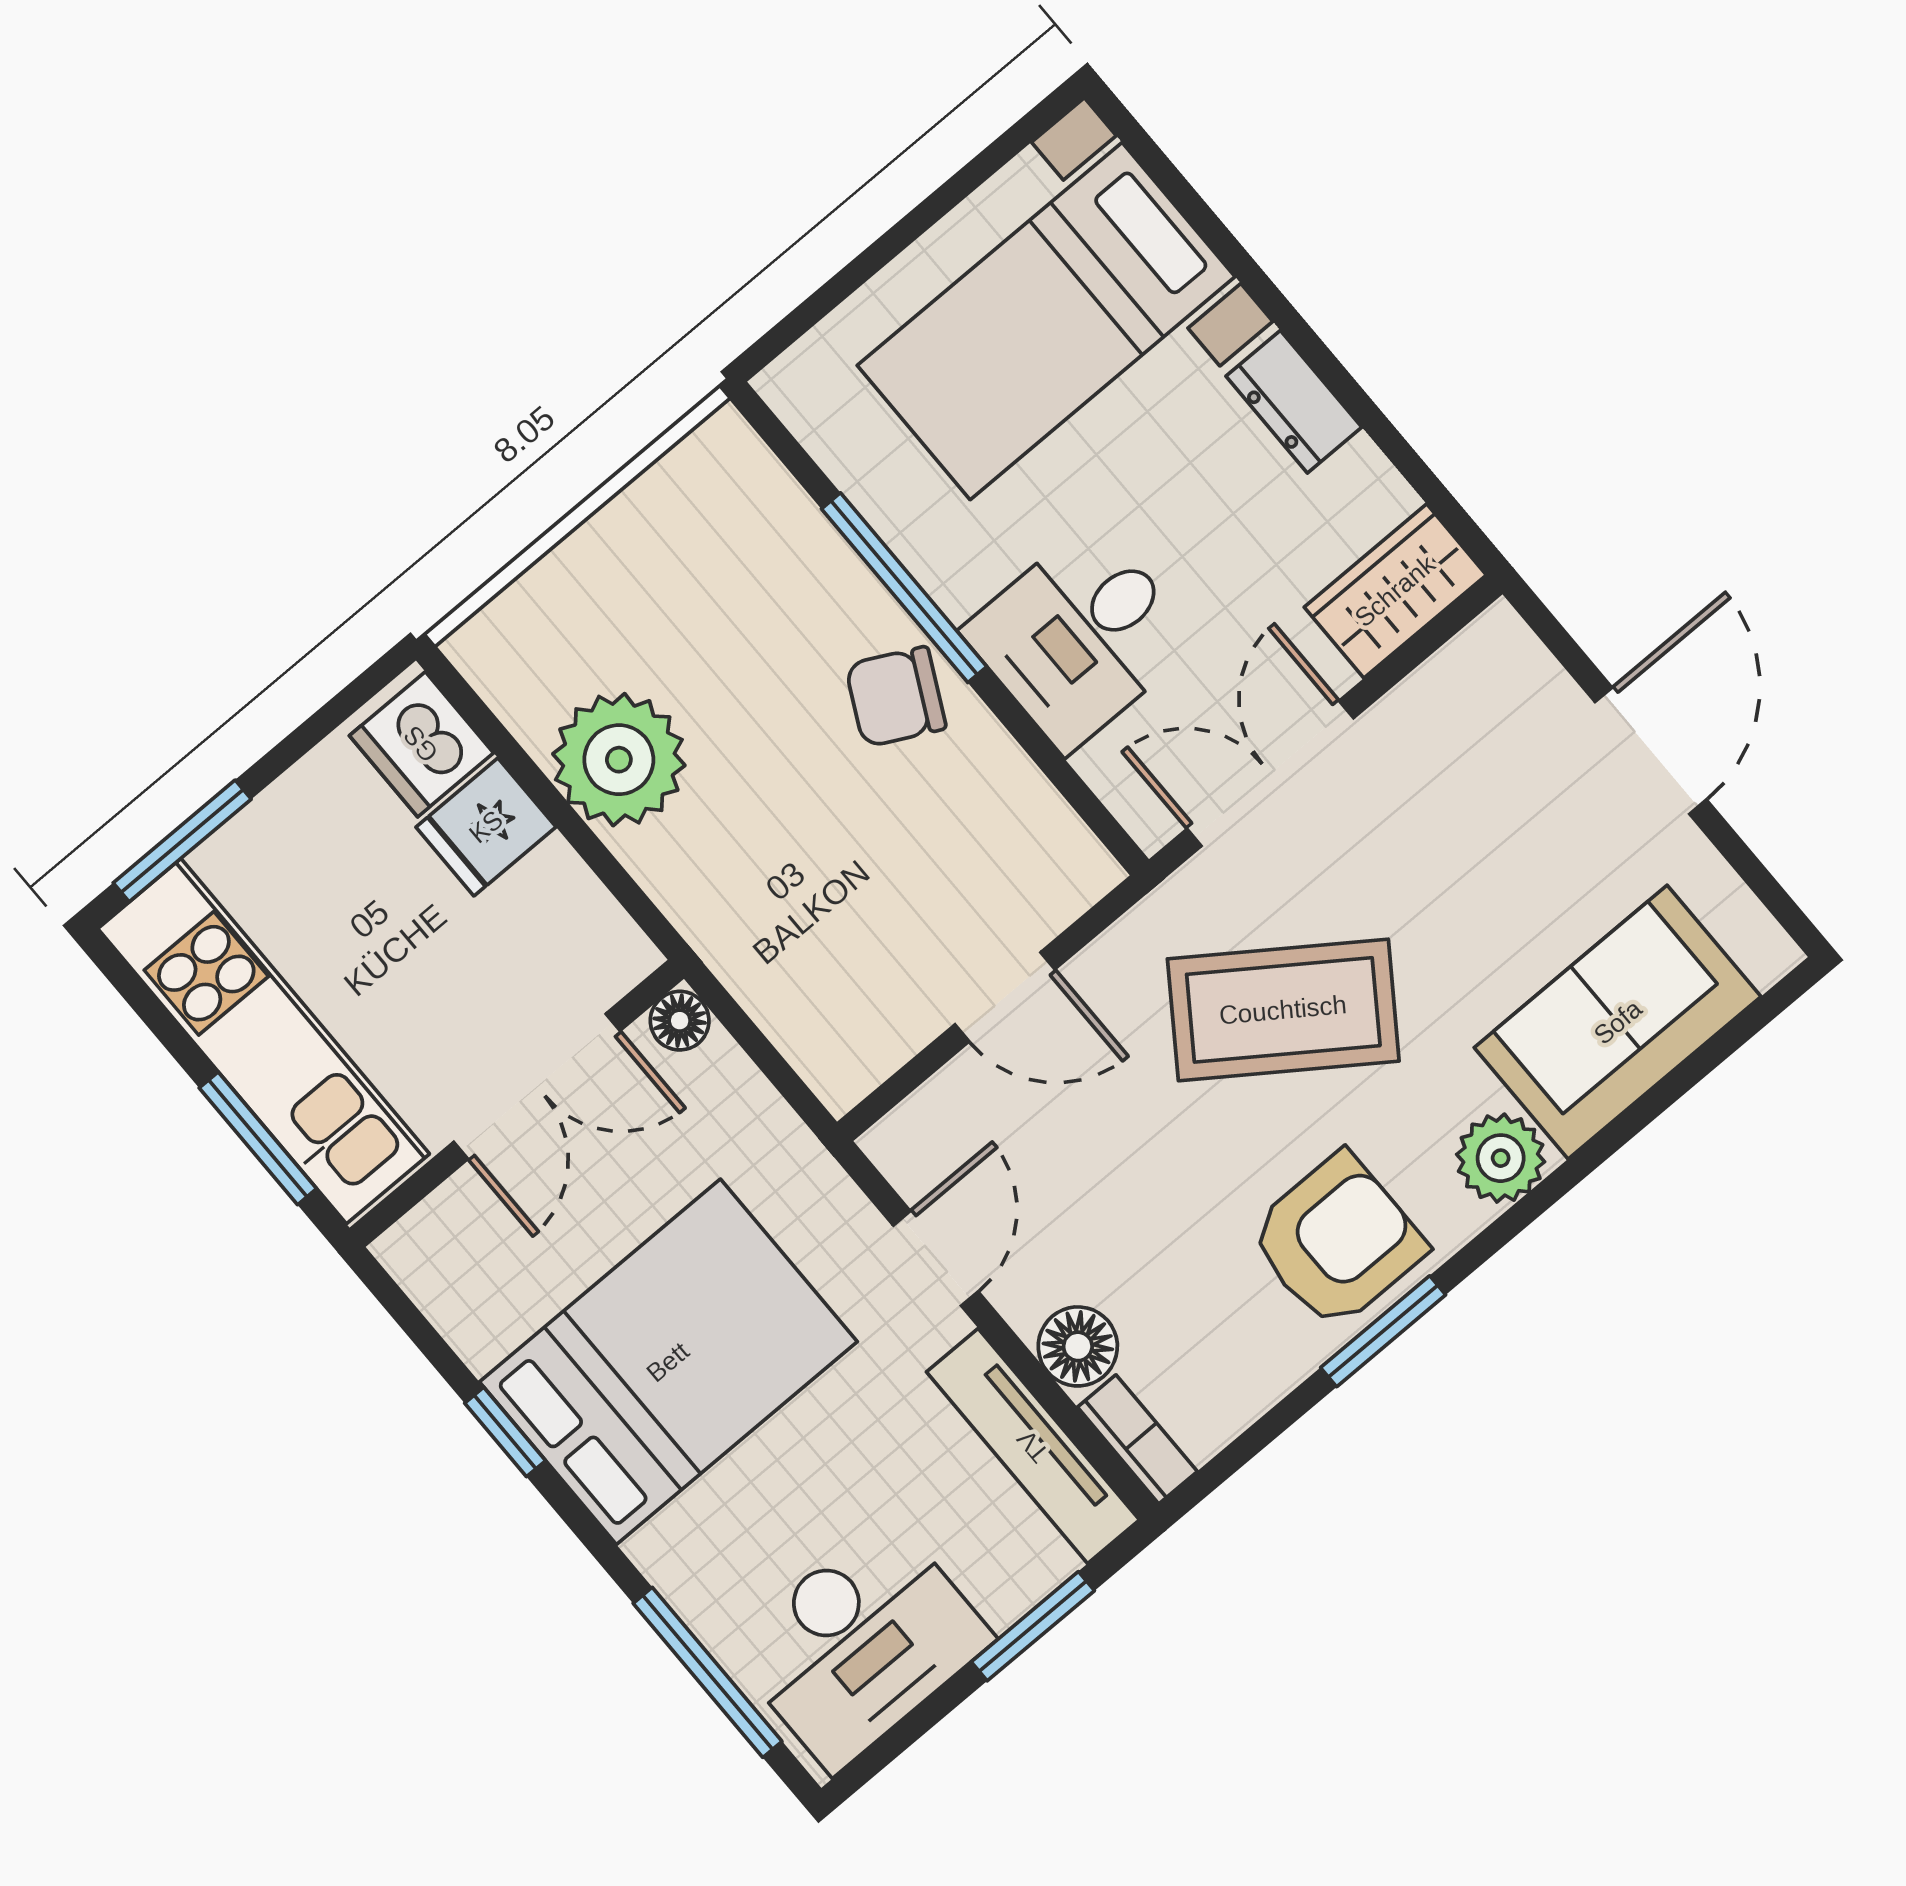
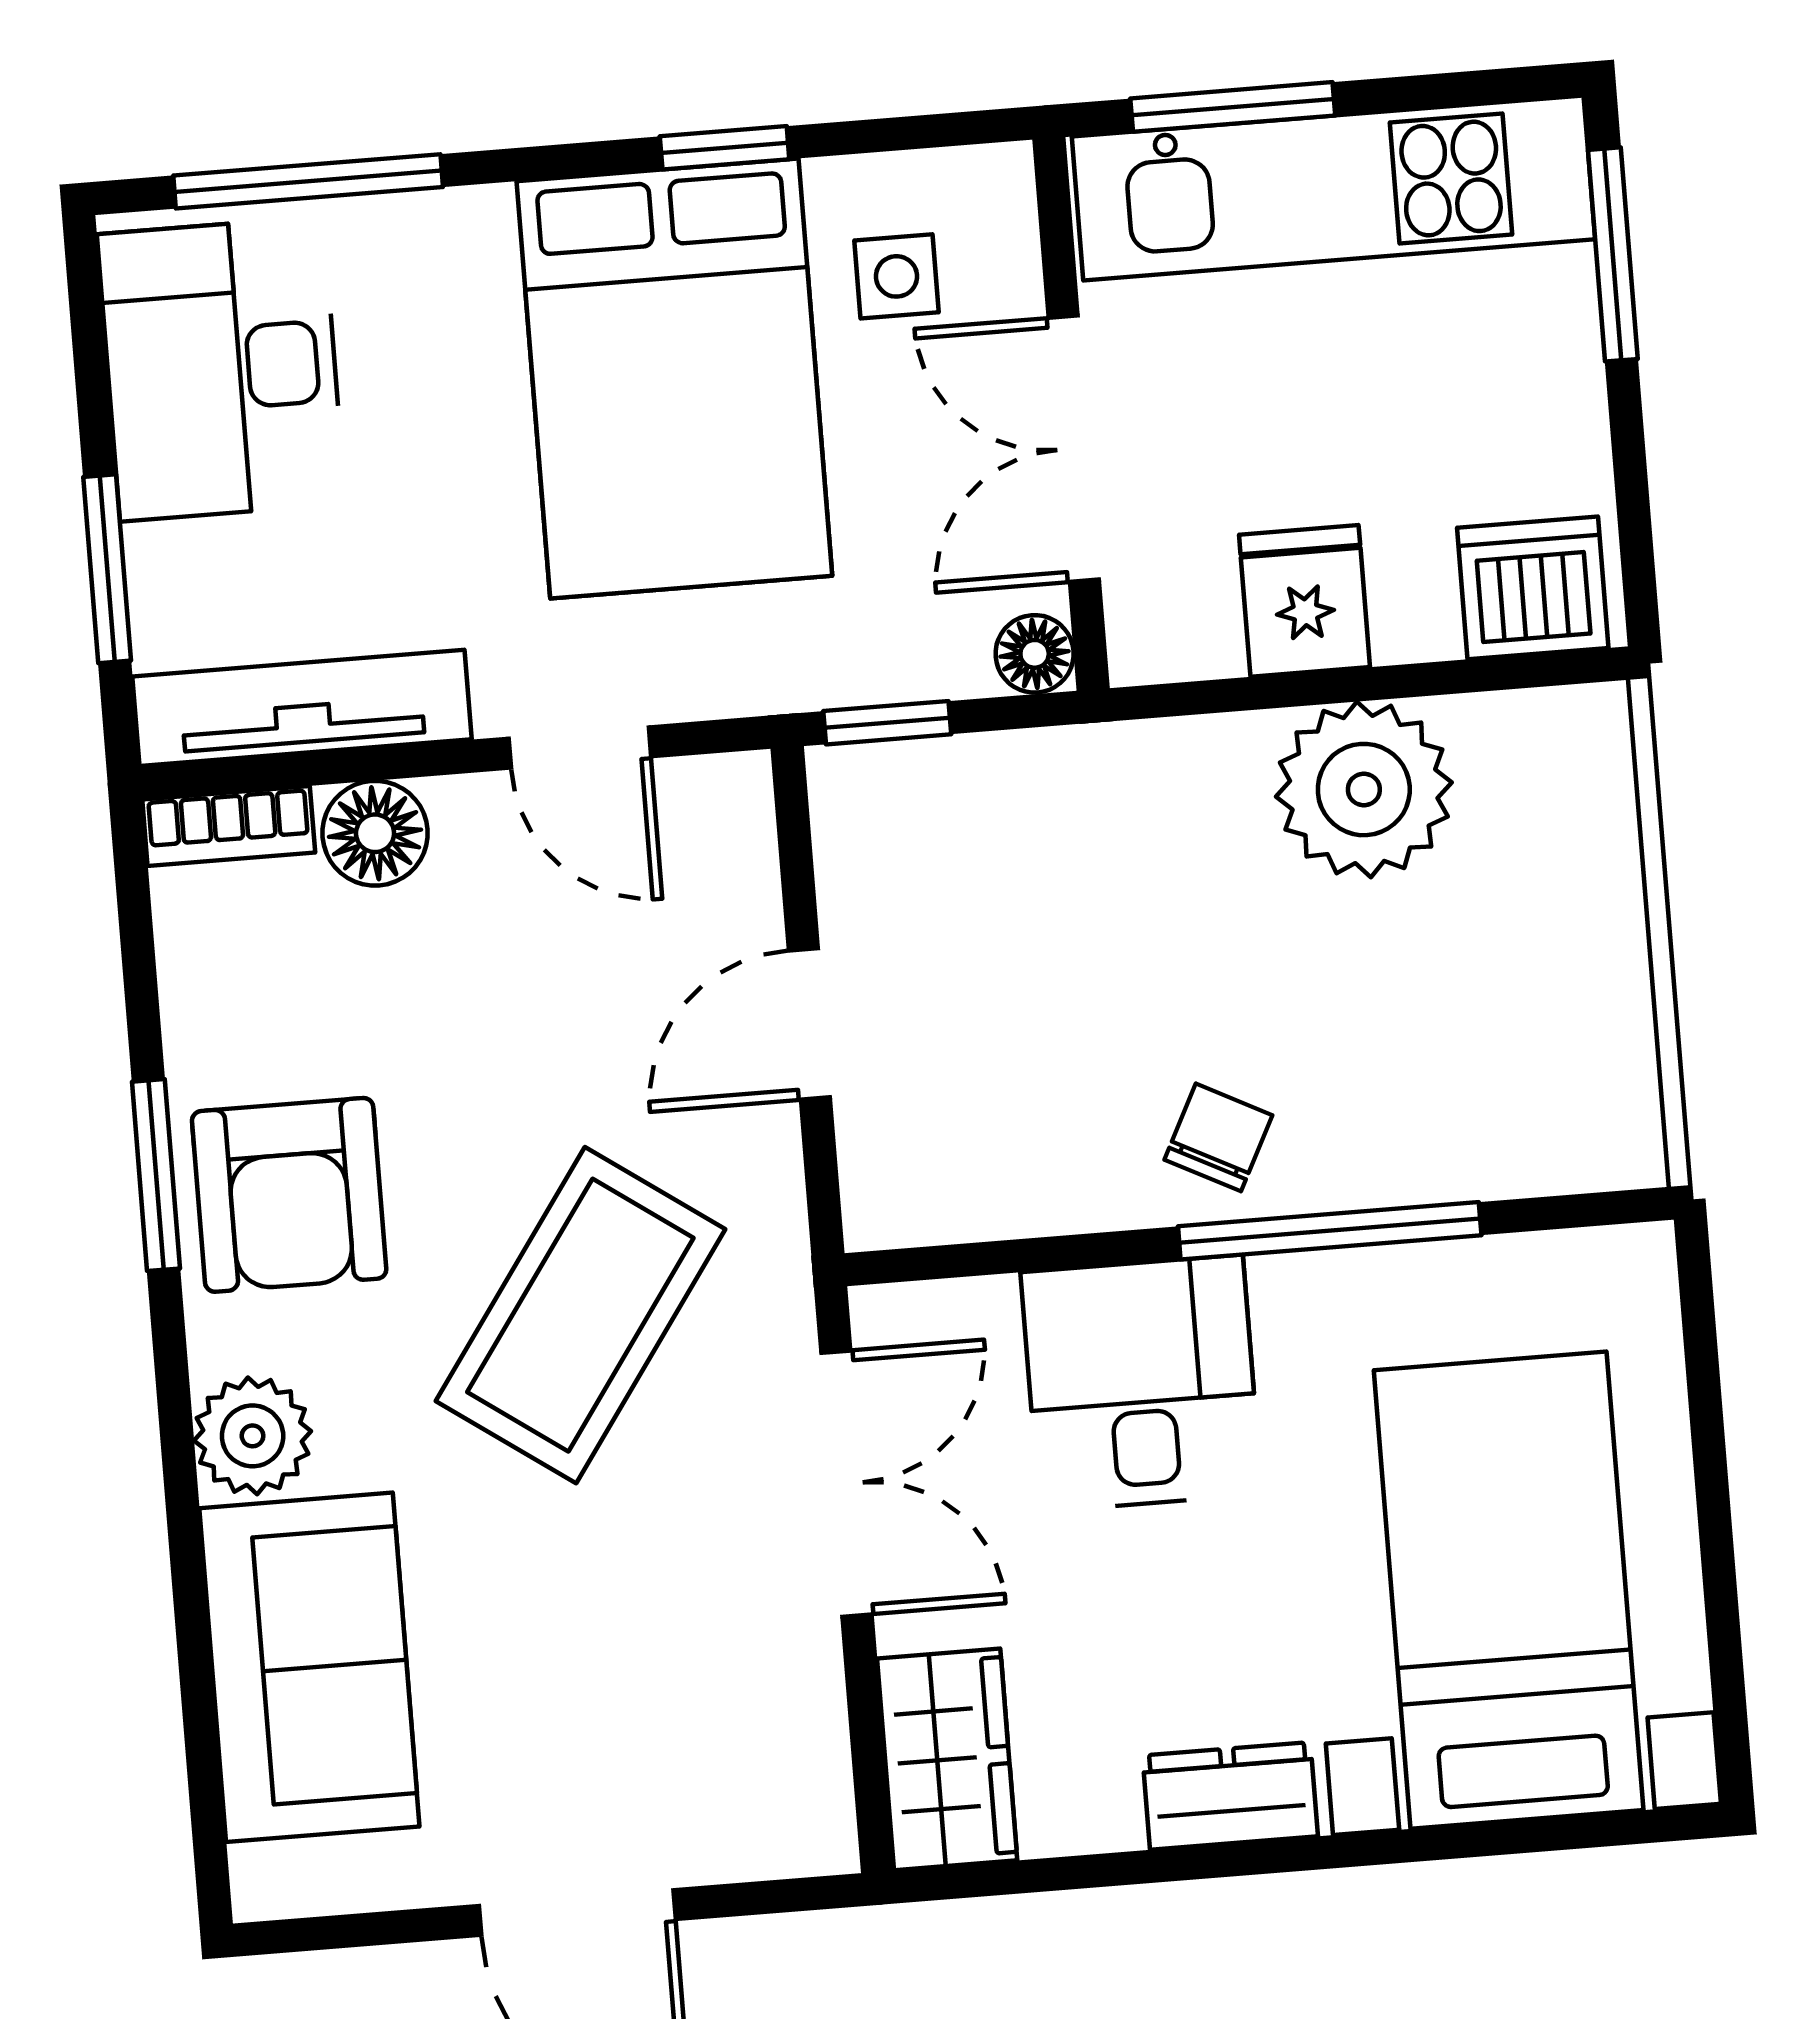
chair: (896, 697) -> (1218, 1137), width x0.73, depth x0.73
fridge: (486, 827) -> (1304, 601), moved
window: (786, 1081) -> (887, 723), added
side table: (509, 1270) -> (897, 276), added

